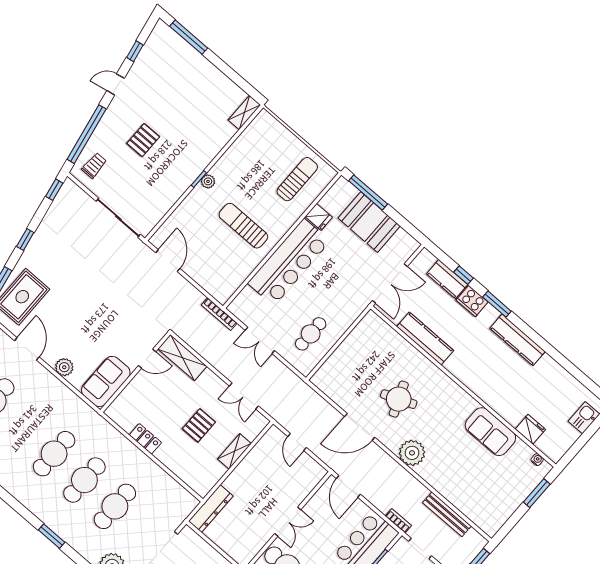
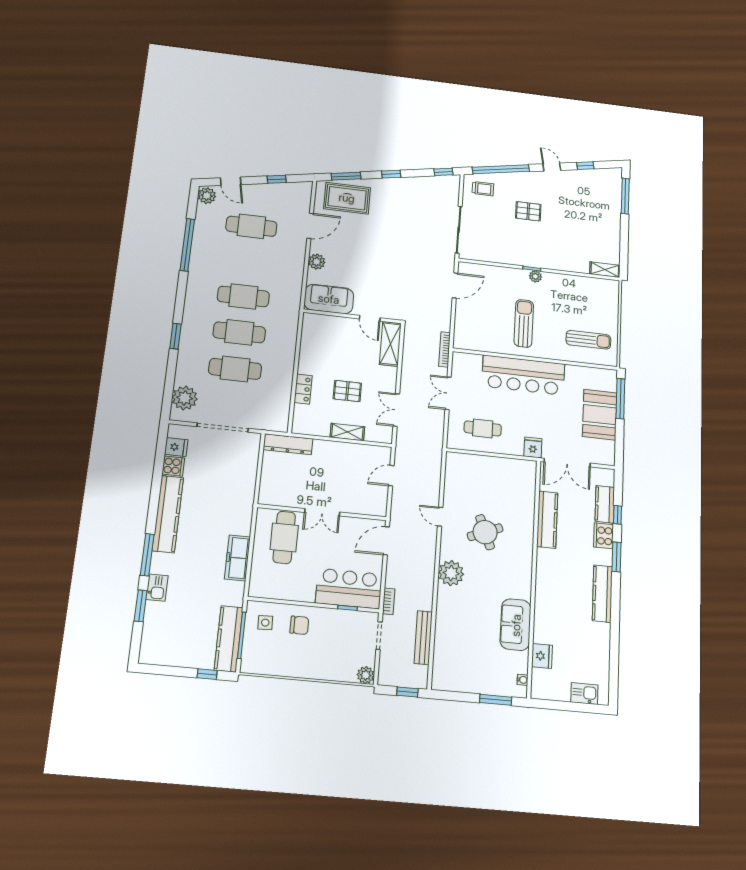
fridge: (319, 217) -> (533, 447), moved, turned 180
door: (360, 427) -> (440, 517), width x0.53
locker: (145, 439) -> (303, 389), moved

